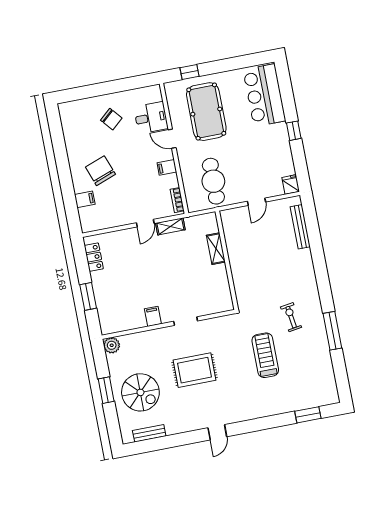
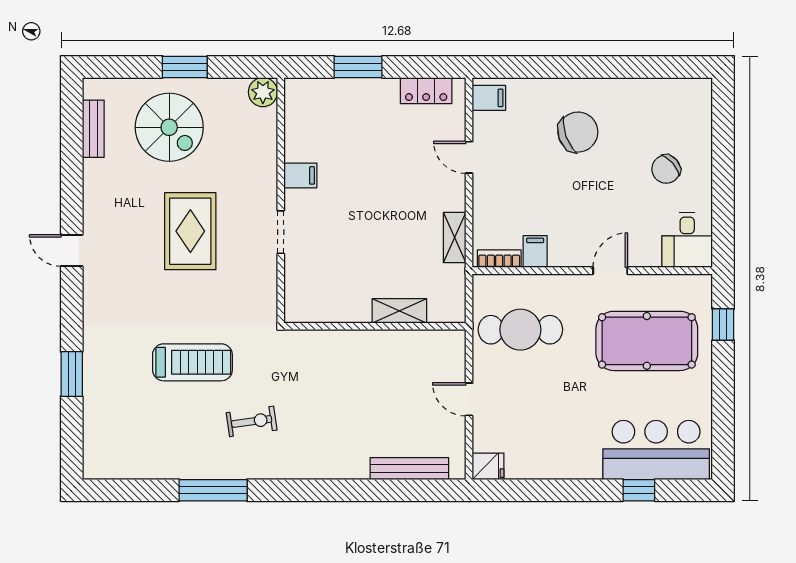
desk: (151, 118) -> (687, 240), moved
window: (294, 131) -> (639, 490), moved
filing cabinet: (167, 167) -> (535, 252), moved
filing cabinet: (85, 199) -> (489, 98), moved, turned -90
door: (145, 223) -> (469, 157), moved
spiral stairs: (140, 392) -> (169, 127), turned -90
window: (308, 415) -> (72, 374), moved

